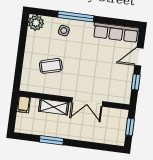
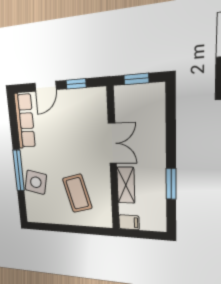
plant: (36, 23) -> (34, 214), removed
side table: (64, 31) -> (36, 182), width x1.87, depth x1.87
door: (139, 57) -> (46, 86), hinge flipped
coffee table: (51, 66) -> (77, 193), width x1.36, depth x1.30

